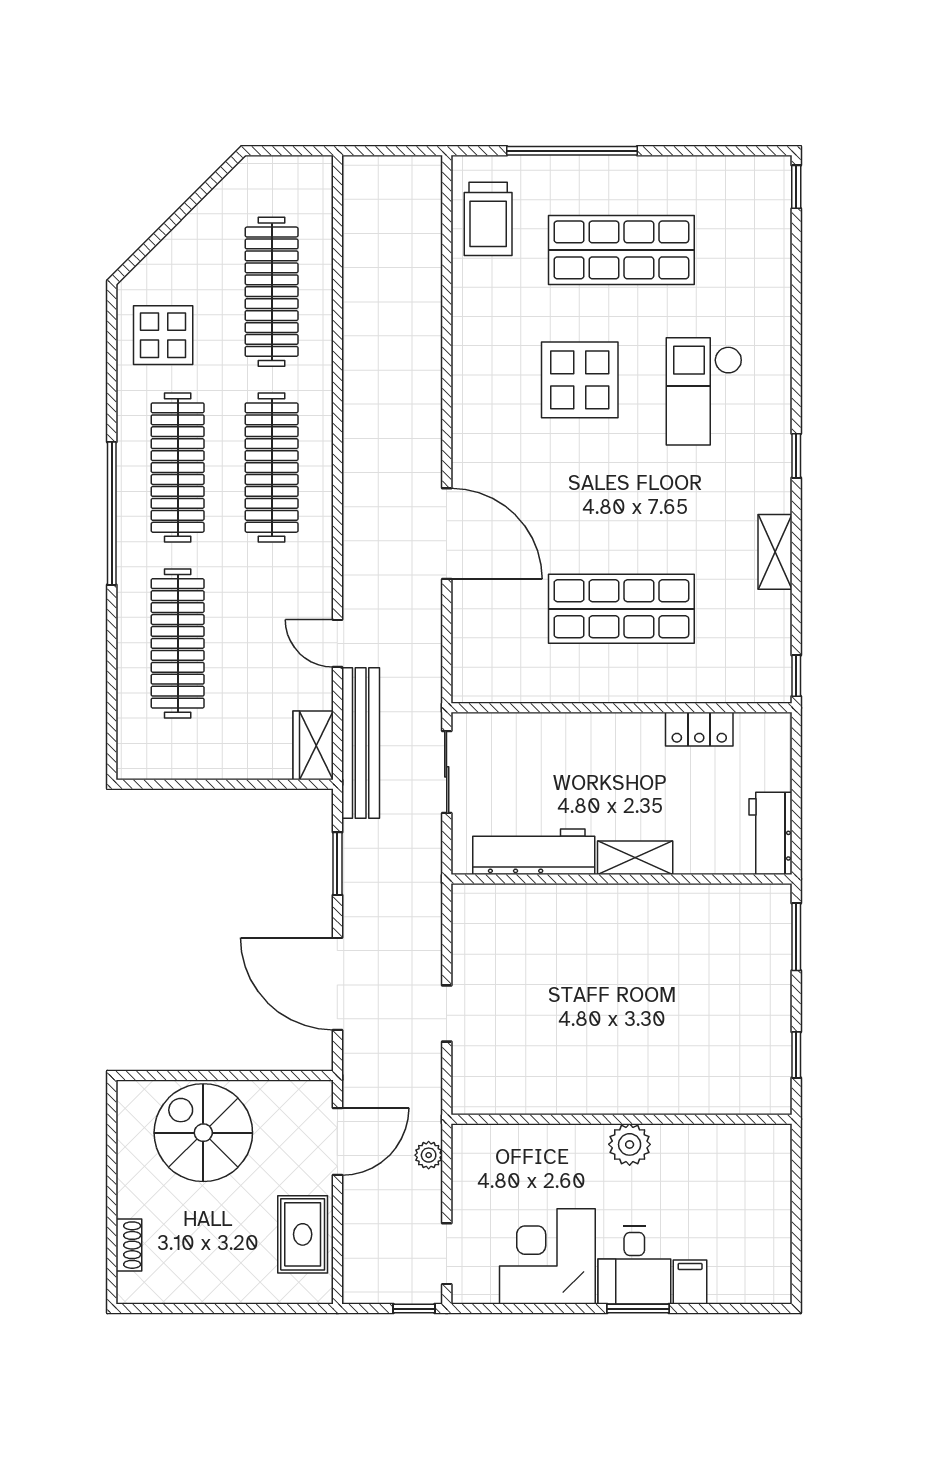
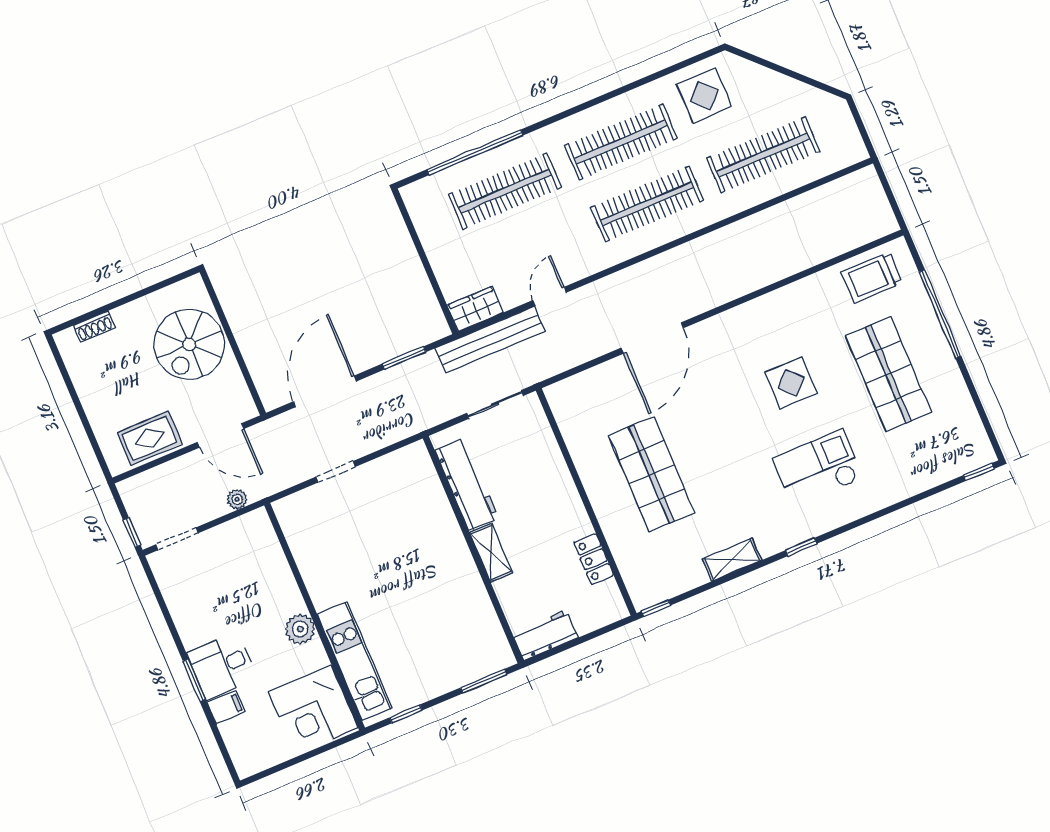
display table: (580, 380) -> (791, 383), width x0.73, depth x0.73
window: (112, 513) -> (475, 152), moved
kitchen unit: (700, 1092) -> (354, 661), added
spiral stairs: (203, 1133) -> (189, 344), turned 180
corner desk: (547, 1256) -> (313, 710), moved, turned 180

